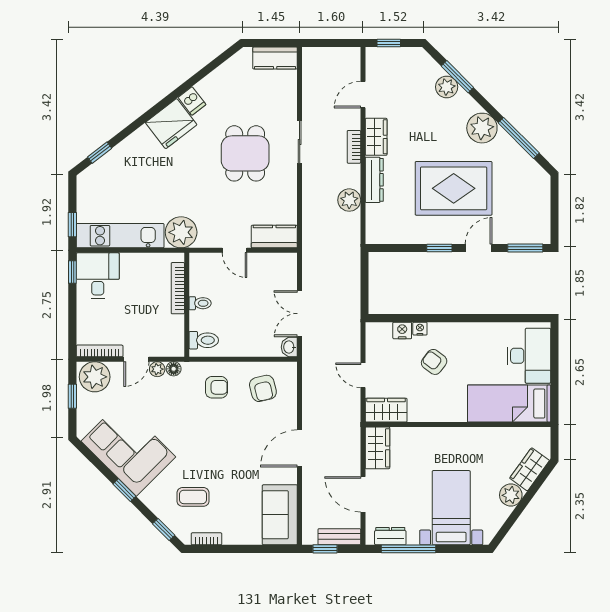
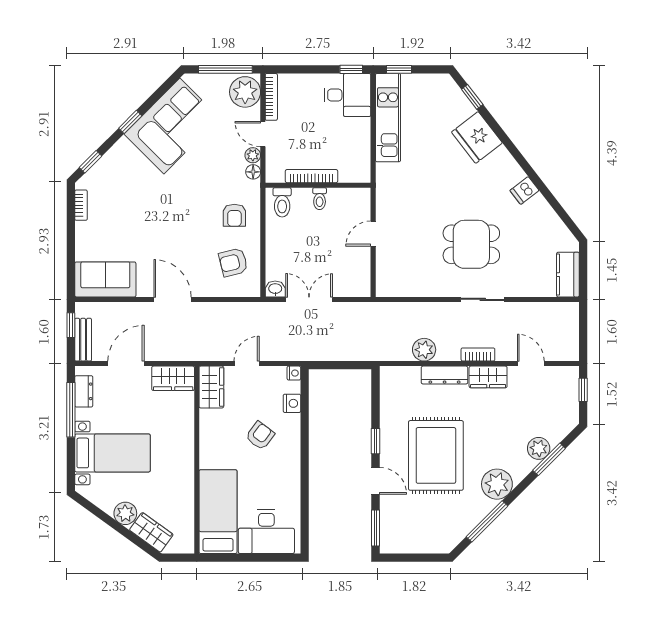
fridge: (171, 124) -> (477, 137), moved
plant: (181, 232) -> (391, 179), removed
kitchen counter: (274, 237) -> (387, 274), removed
bookcase: (178, 288) -> (311, 176), moved
nightstand: (420, 329) -> (294, 373), moved
window: (72, 396) -> (225, 69), width x2.17
coffee table: (193, 497) -> (123, 191), removed

